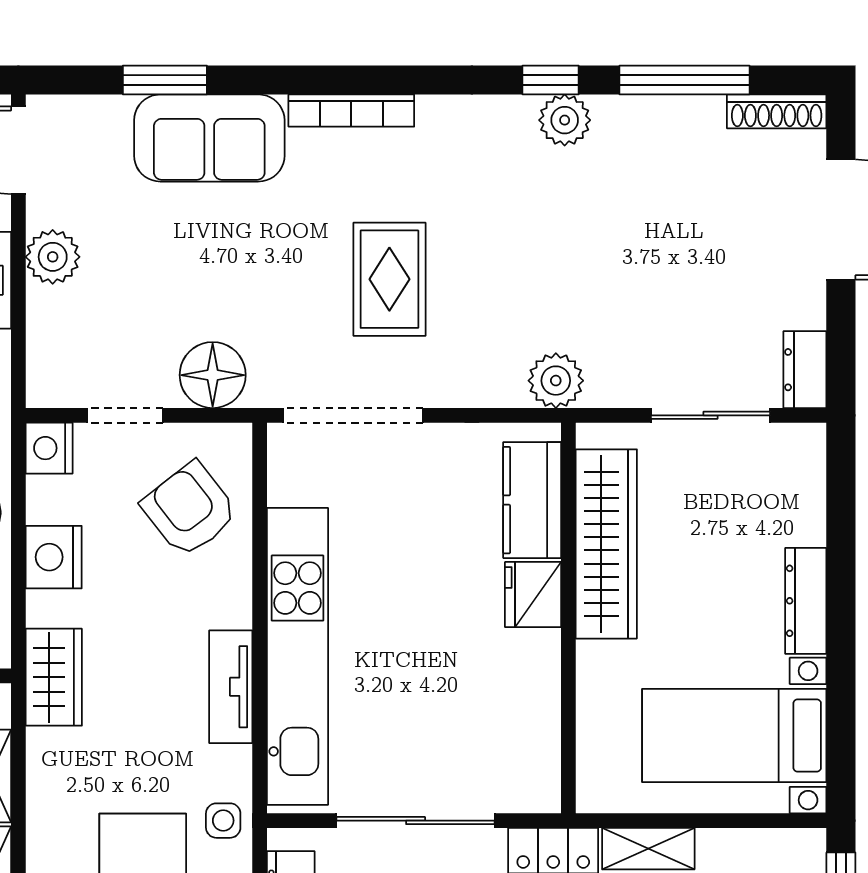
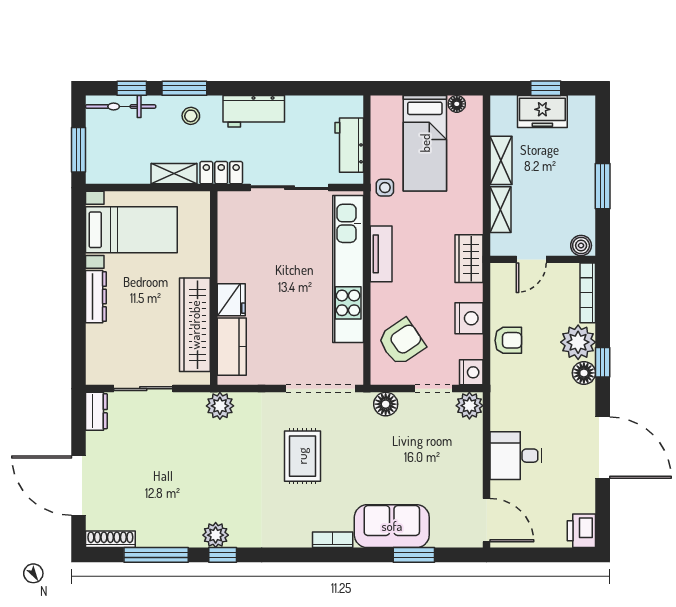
bookcase: (351, 111) -> (333, 540), width x0.64
plant: (53, 257) -> (469, 406), moved
floor lamp: (213, 375) -> (386, 404), width x0.73, depth x0.73
armchair: (190, 509) -> (402, 342), turned -86

